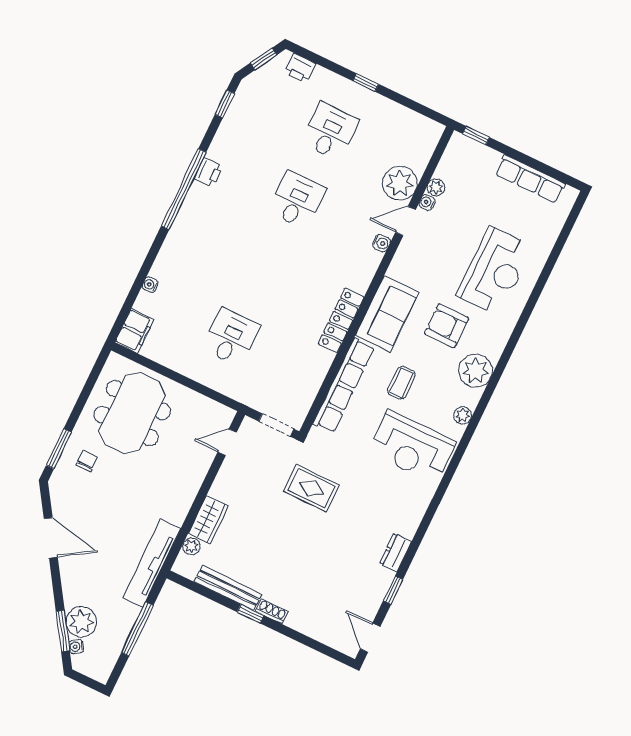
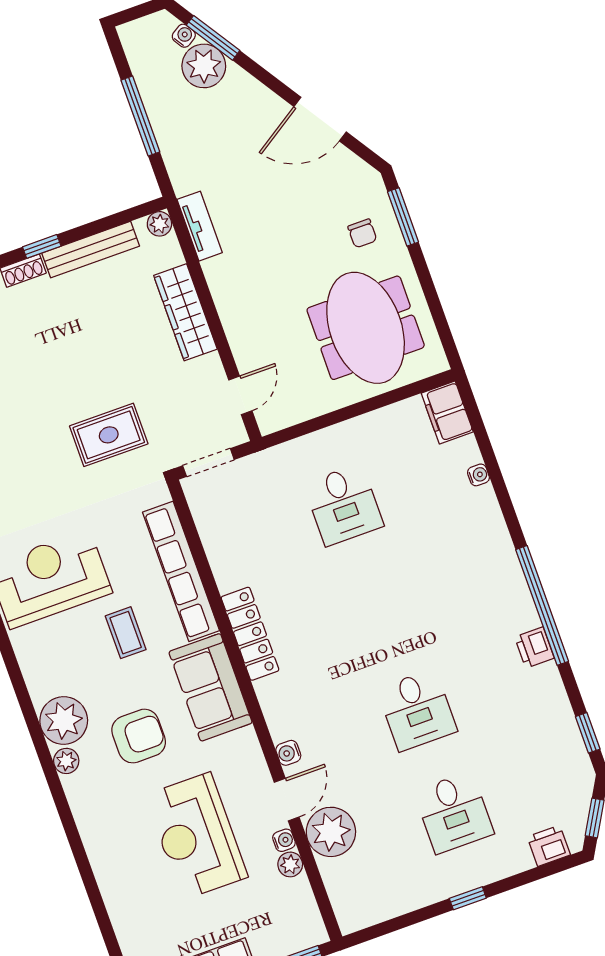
reception desk: (494, 271) -> (196, 836), moved
plant: (463, 415) -> (66, 761), moved
wardrobe: (208, 520) -> (185, 312), width x1.50
plant: (191, 546) -> (159, 224), moved
tv unit: (152, 563) -> (200, 226), width x0.52, depth x0.78

